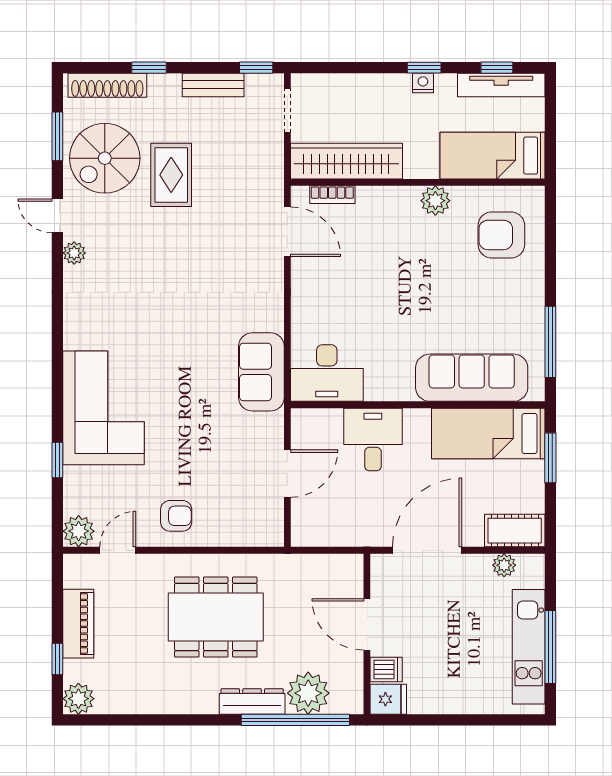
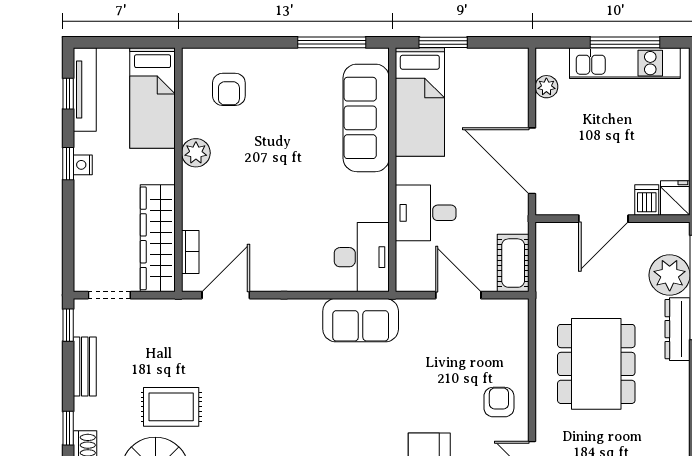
armchair: (501, 235) -> (229, 89), width x0.72, depth x0.72
cot: (515, 531) -> (513, 263), moved

